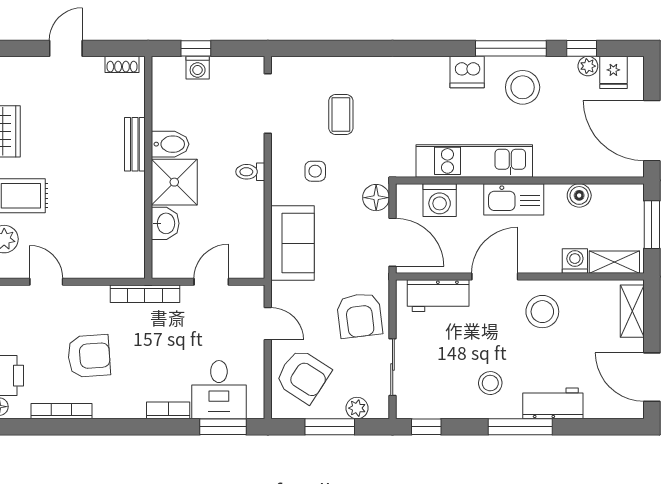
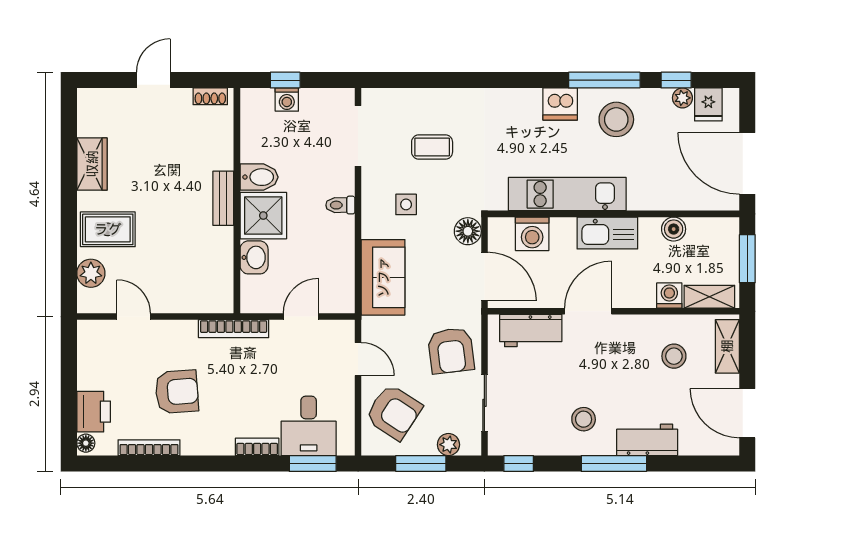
coffee table: (341, 114) -> (432, 147), turned 90
bench: (135, 144) -> (223, 198), moved
stool: (542, 312) -> (674, 356), moved, width x0.73, depth x0.73

